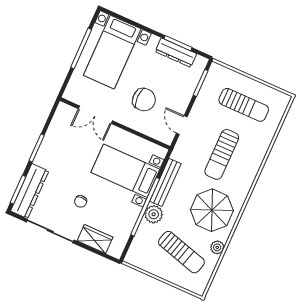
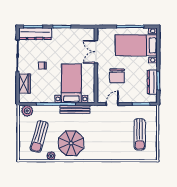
sun lounger: (222, 154) -> (106, 135), removed
plant: (154, 214) -> (27, 111), moved

